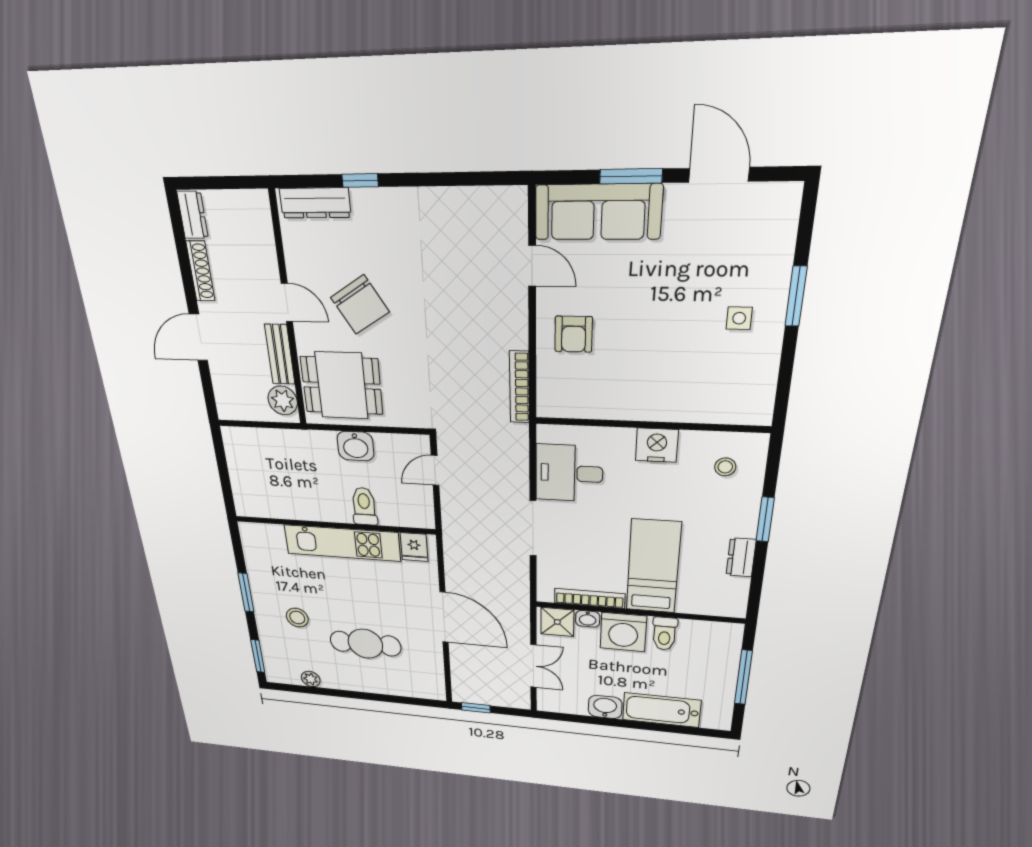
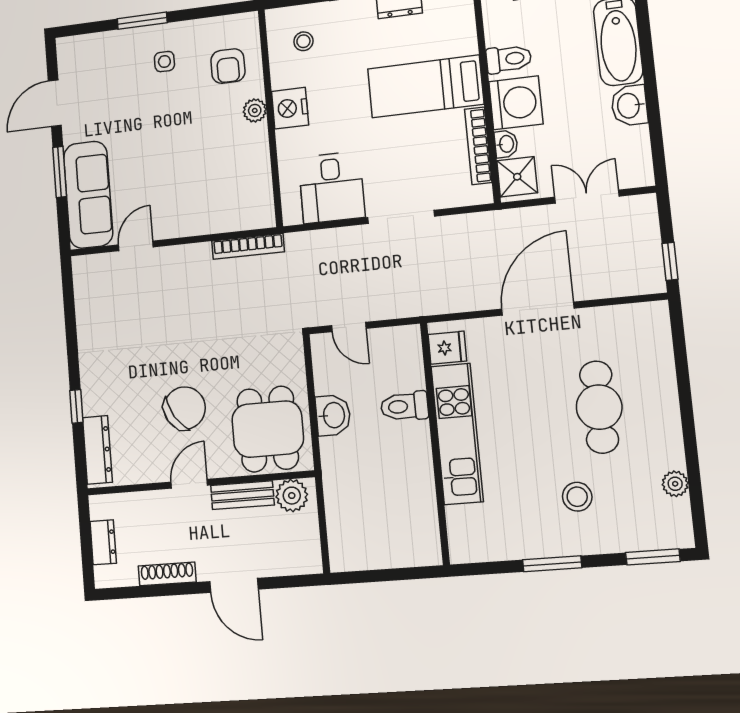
dresser: (193, 215) -> (103, 542), moved, turned 90
armchair: (574, 334) -> (228, 66), moved, turned 90
plant: (661, 410) -> (255, 110), added

